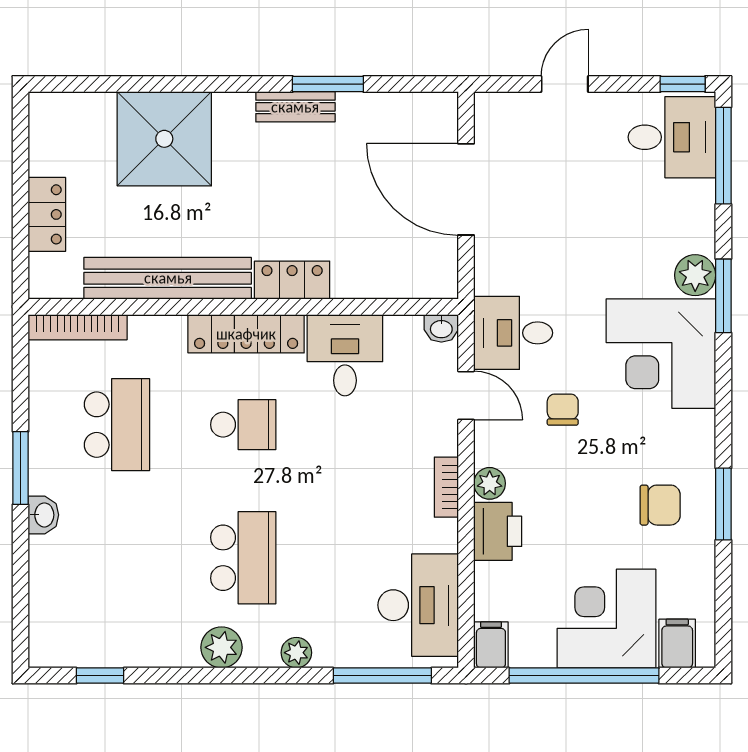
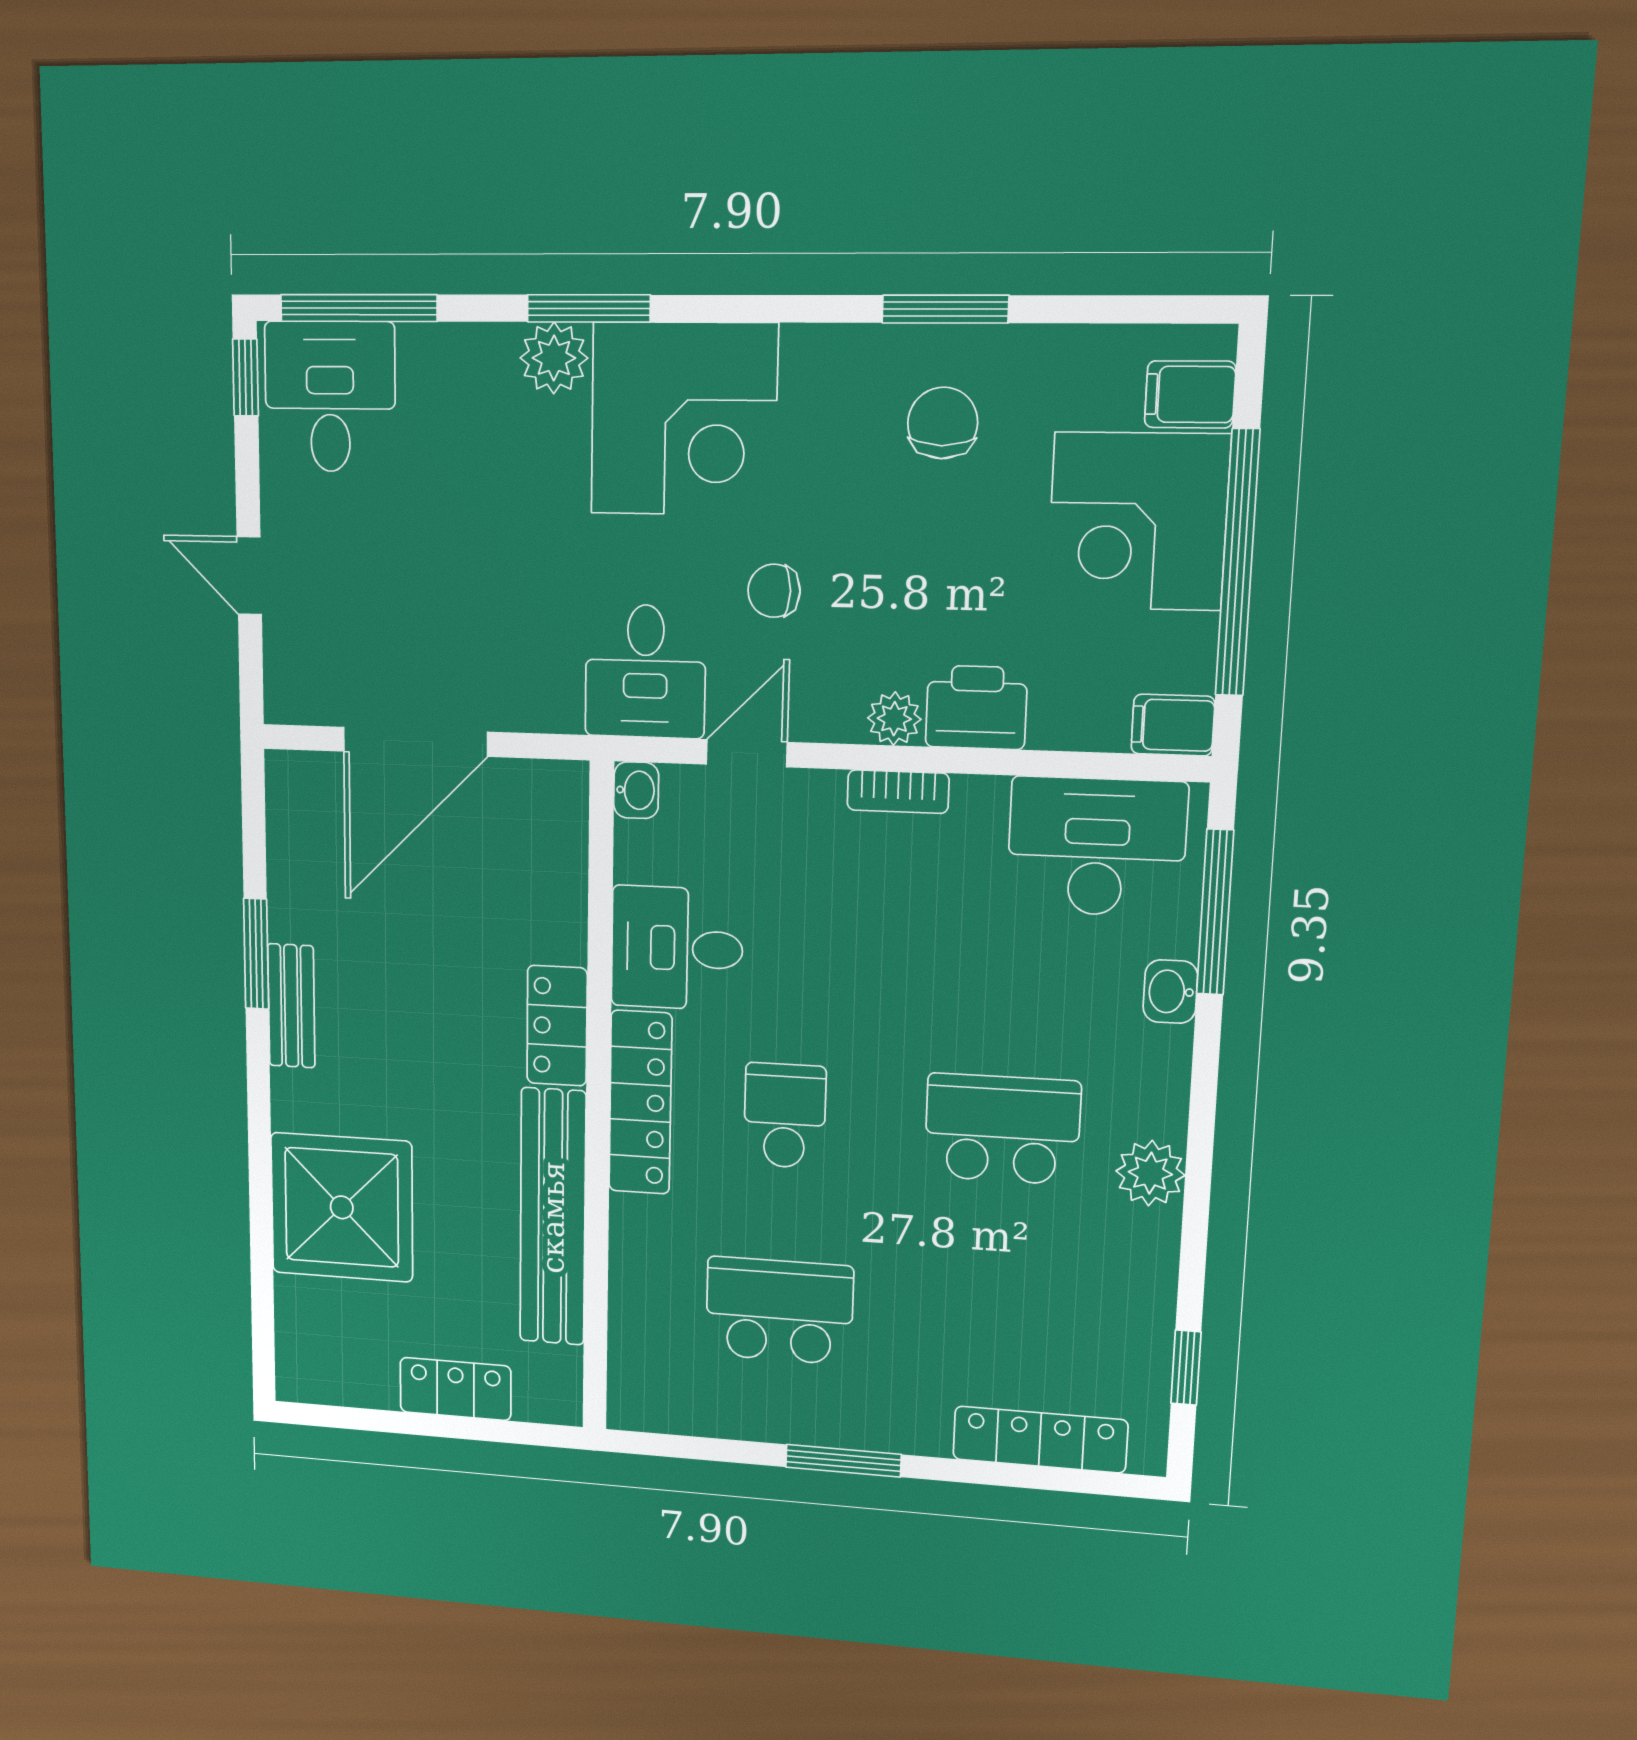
bookcase: (78, 327) -> (626, 1358), removed
washbasin: (43, 515) -> (1170, 992), moved, turned -90
locker: (46, 590) -> (1040, 1440), added
plant: (296, 653) -> (1167, 1053), removed

